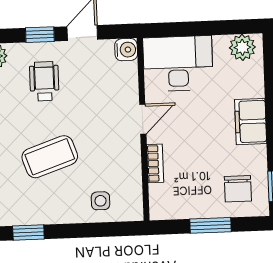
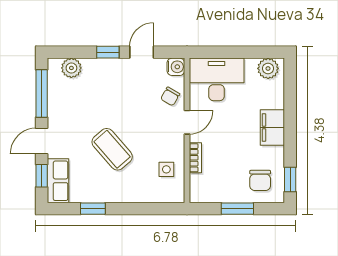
wheelchair: (44, 81) -> (110, 89), removed
chair: (120, 87) -> (170, 96), added
coffee table: (50, 157) -> (112, 149), turned 68
side table: (100, 201) -> (166, 169), moved

